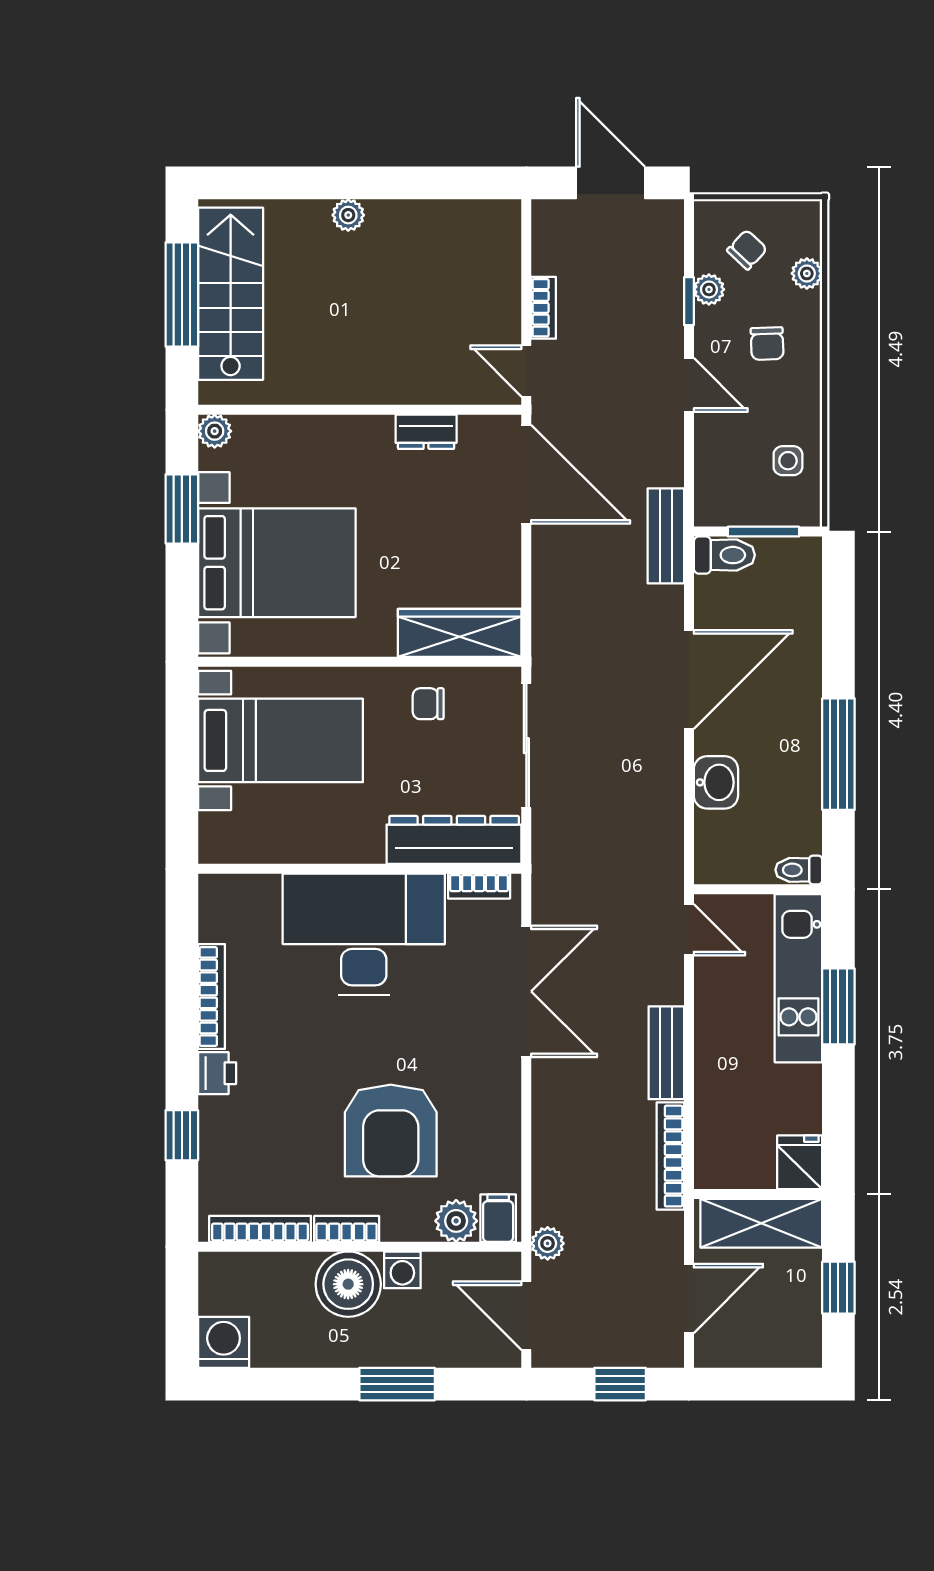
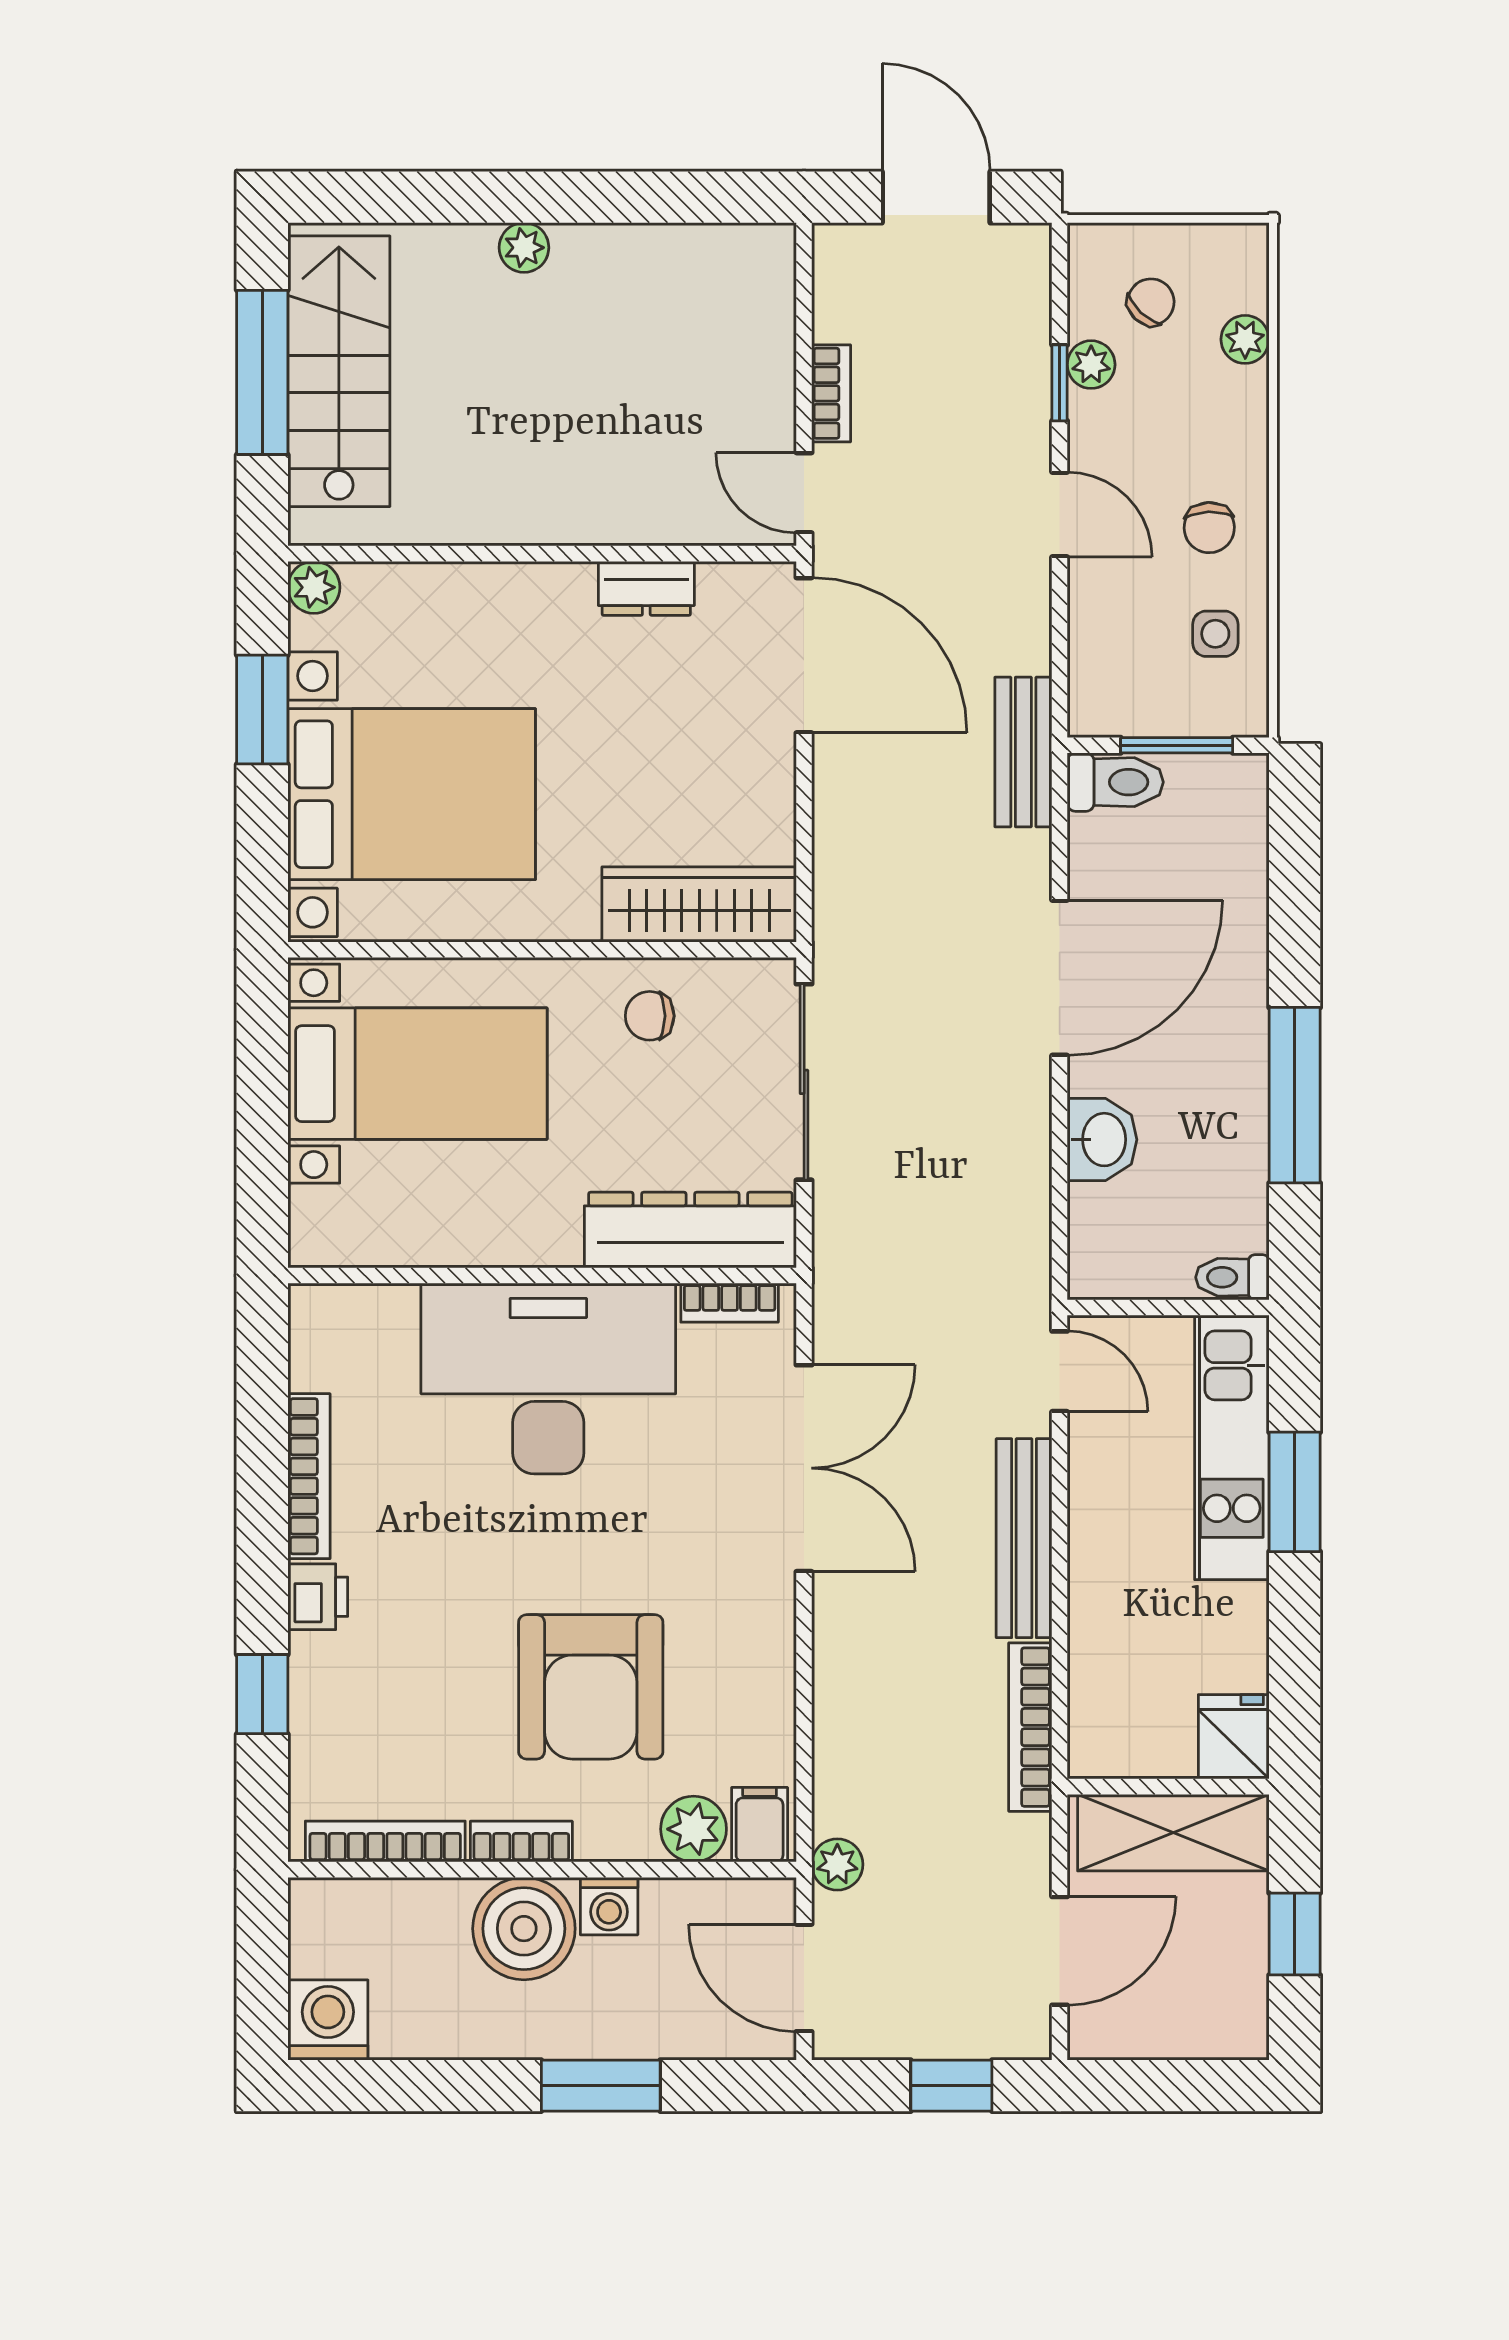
chair: (767, 344) -> (1209, 528), moved
bench: (666, 1053) -> (1024, 1538), width x1.36

